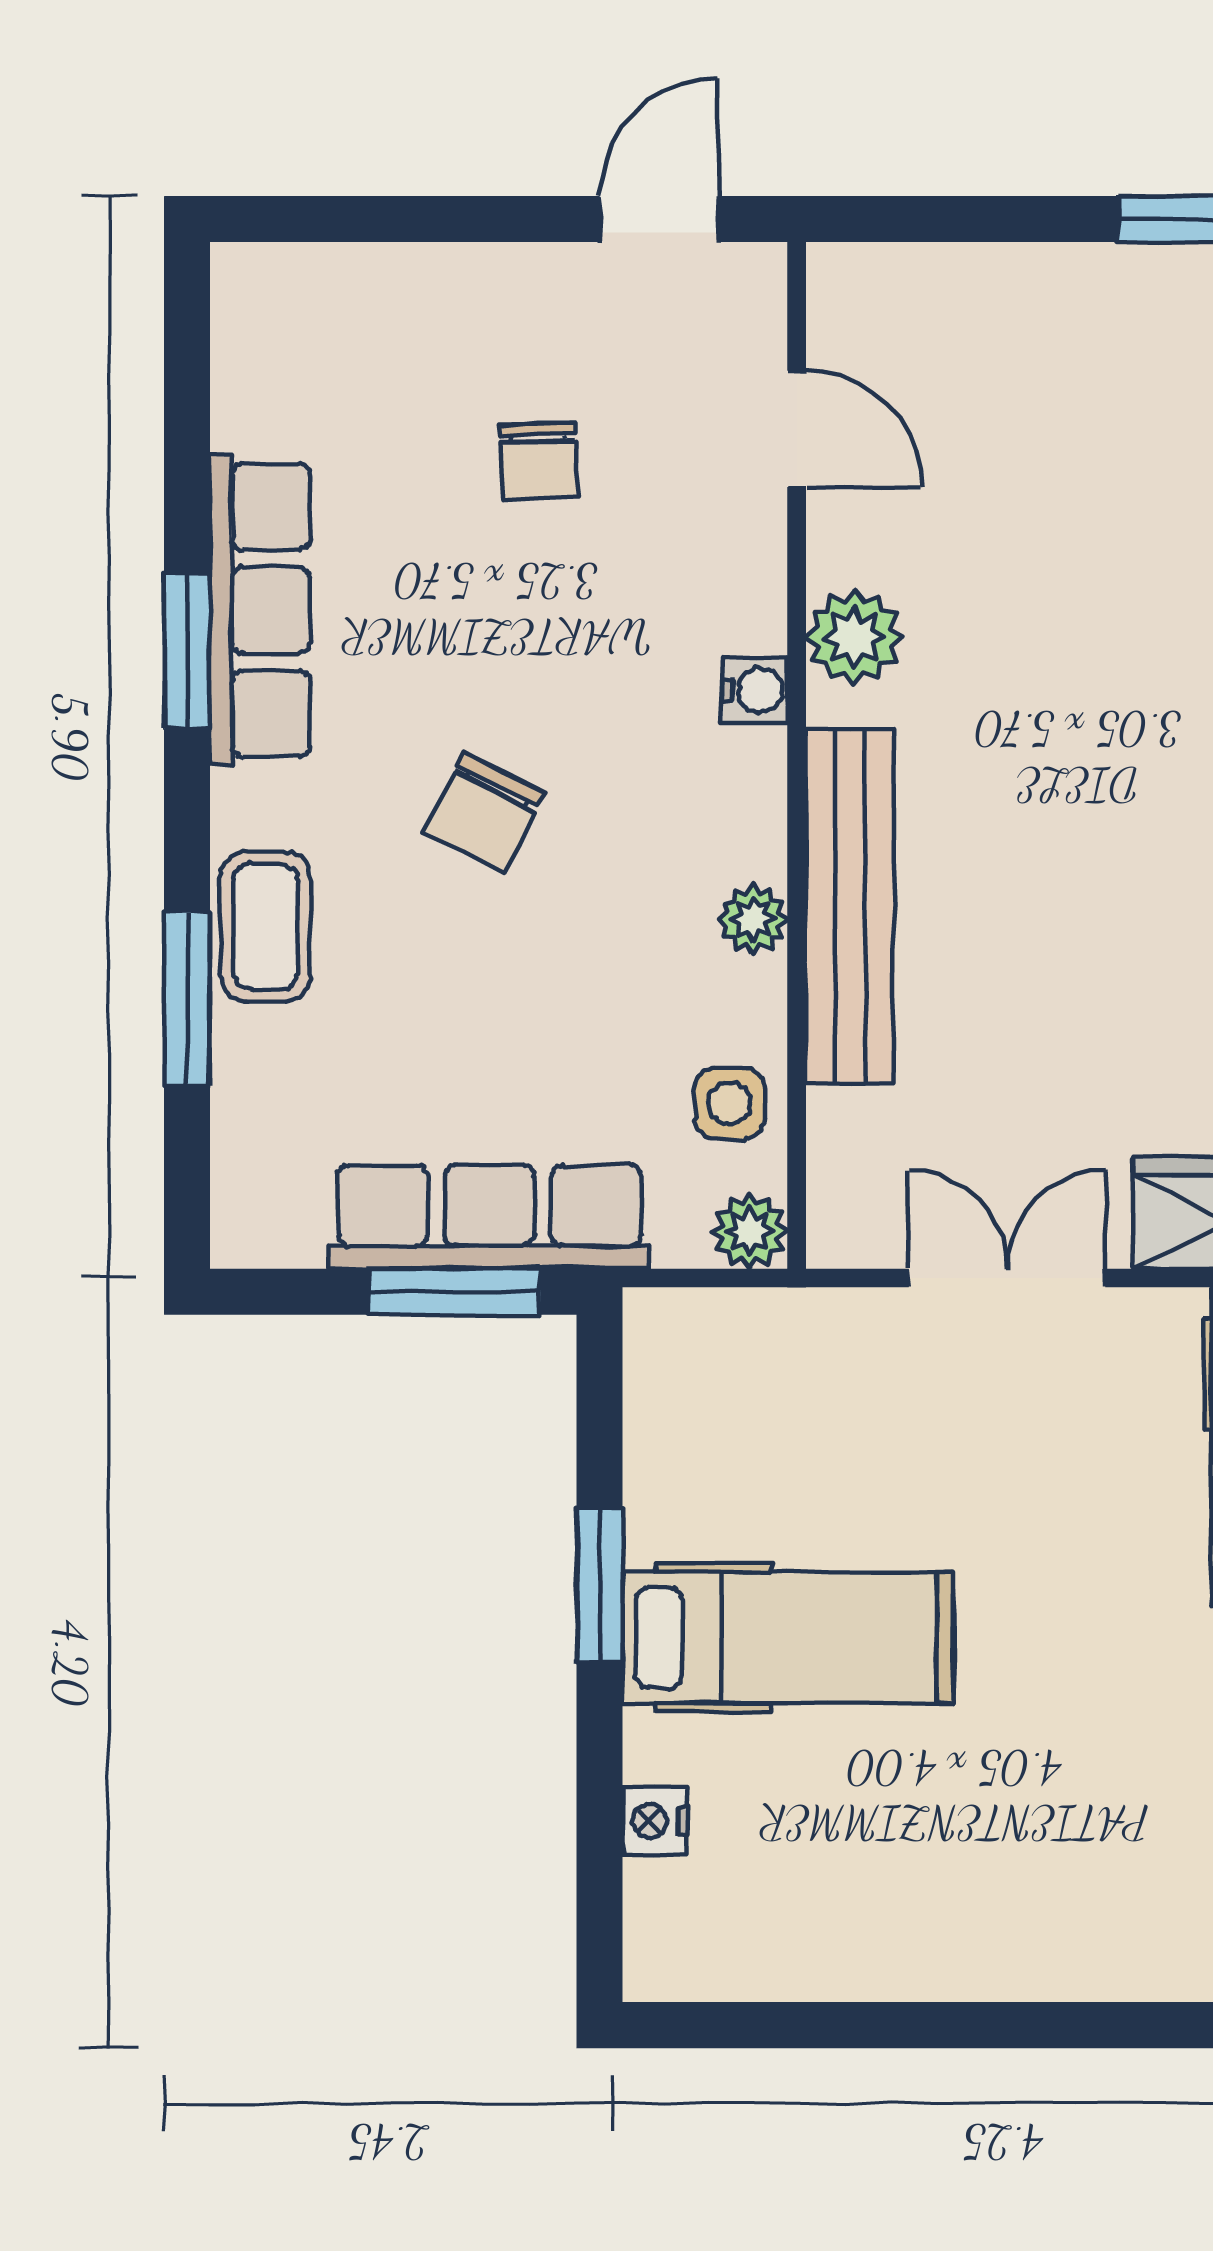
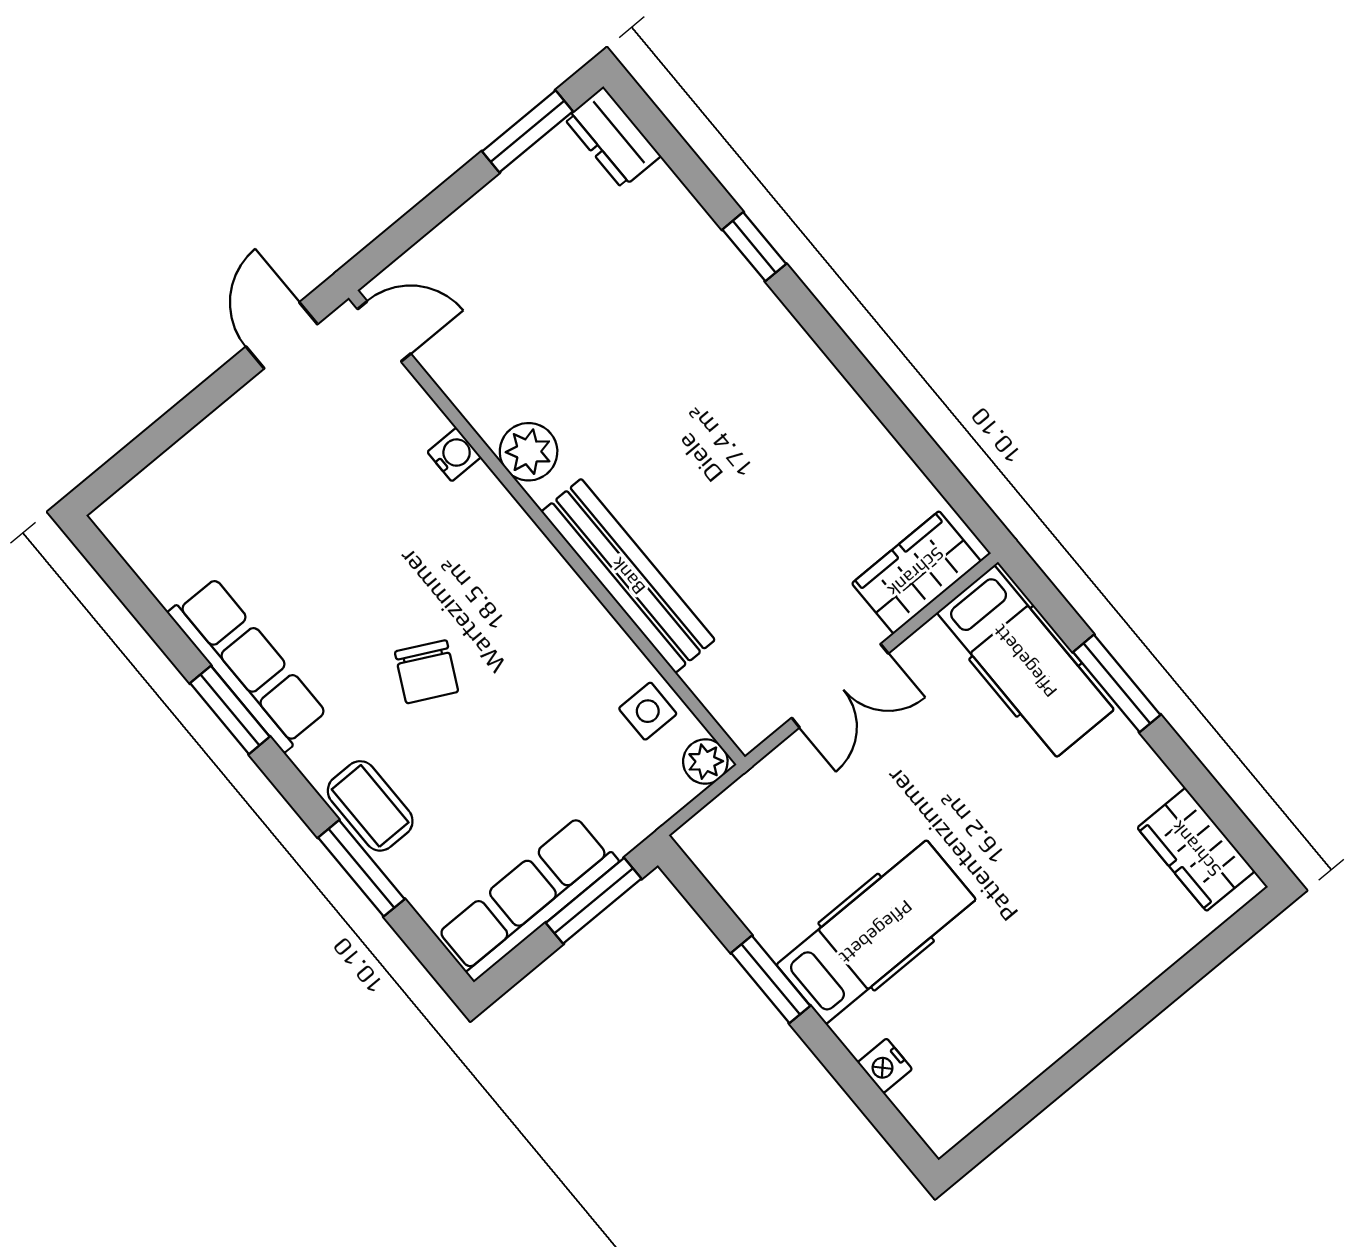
door: (797, 429) -> (384, 331), moved
chair: (539, 461) -> (318, 491), removed
water cooler: (755, 690) -> (454, 455), moved
plant: (753, 919) -> (589, 618), removed
row of seats: (489, 1217) -> (527, 898), moved
double door: (1007, 1278) -> (840, 686), swing flipped

